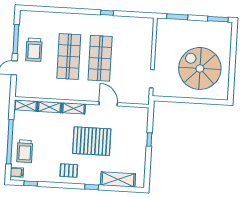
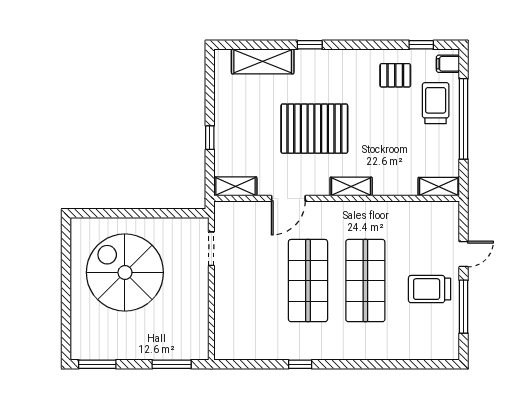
trolley: (34, 50) -> (430, 289), turned -90
spiral stairs: (200, 68) -> (125, 272), turned 180
door: (108, 104) -> (288, 198), hinge flipped
shelving: (50, 107) -> (235, 186), moved
pallet: (69, 171) -> (395, 75), moved

